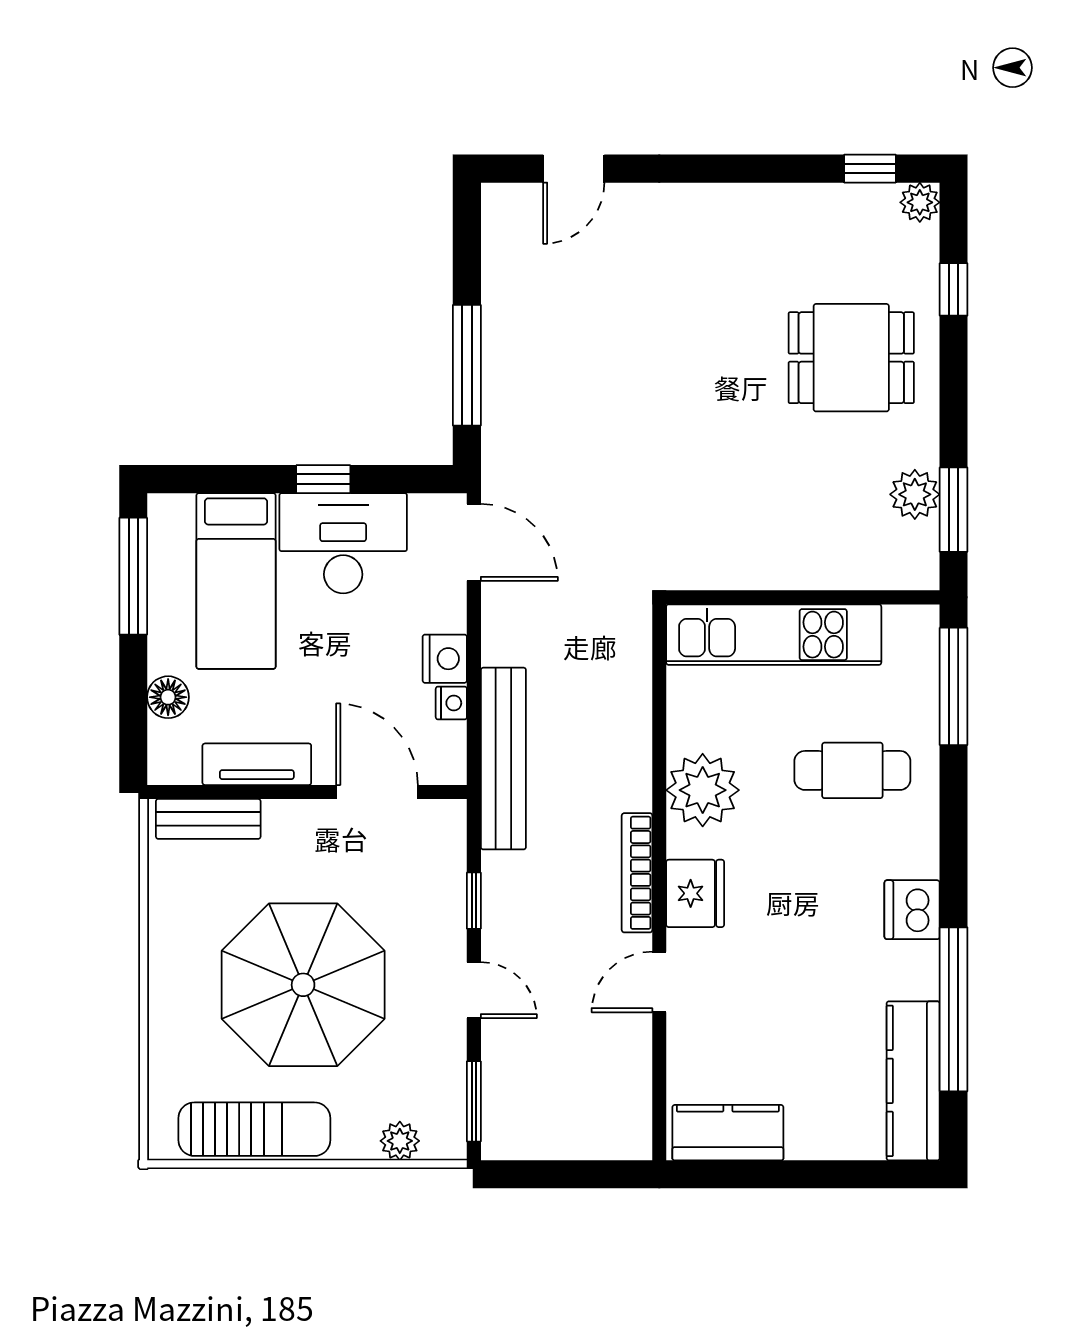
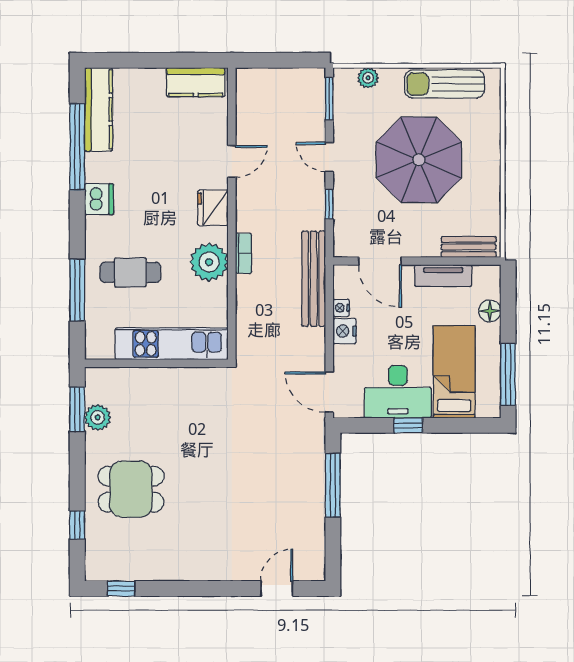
plant: (920, 202) -> (95, 571), removed
window: (954, 686) -> (77, 290), moved
bookcase: (637, 873) -> (243, 253), moved, width x0.64

